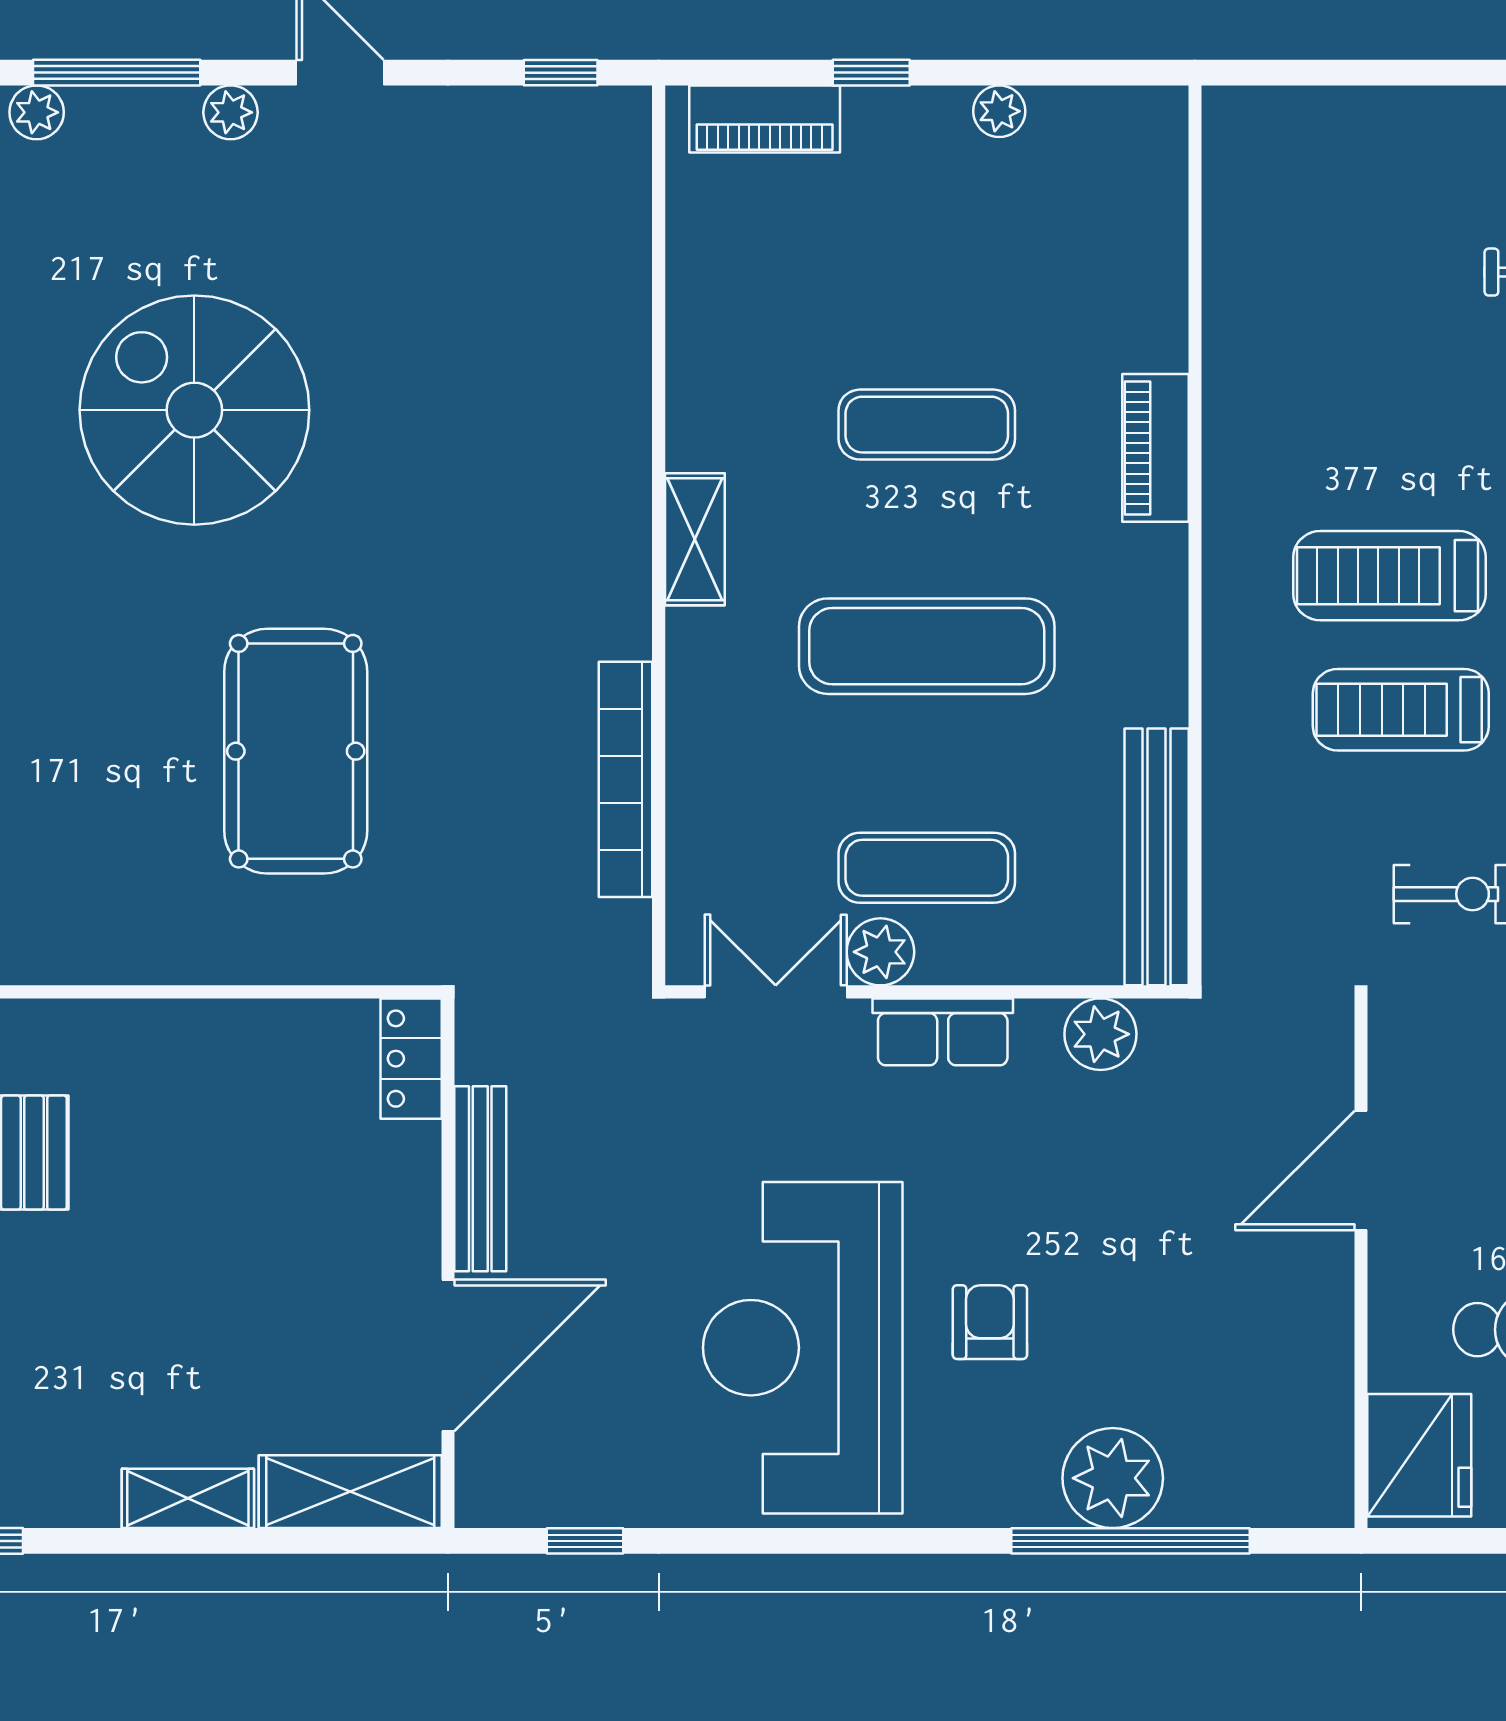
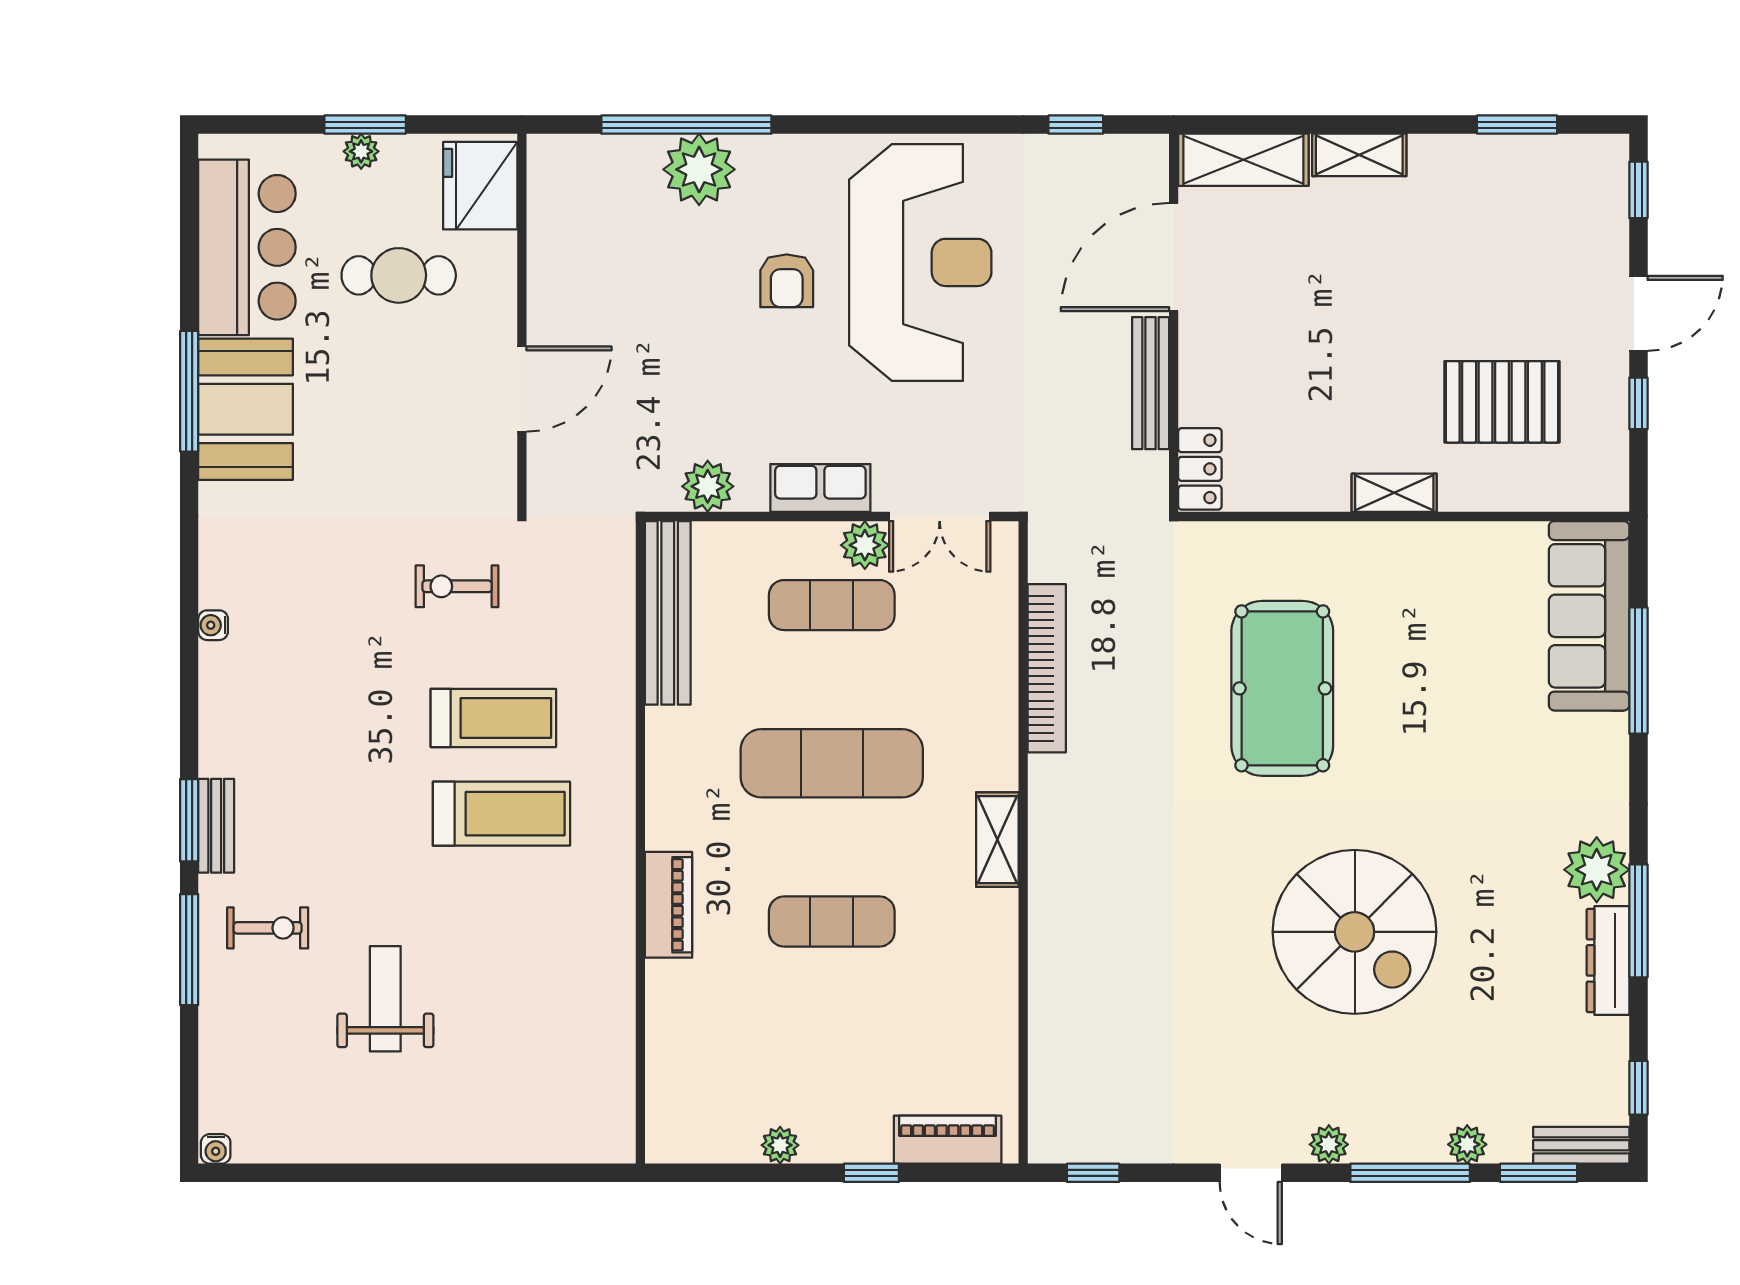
shelving: (139, 1025) -> (1394, 493), added

